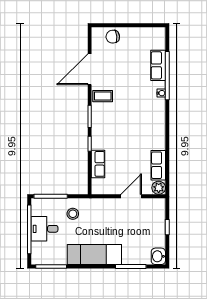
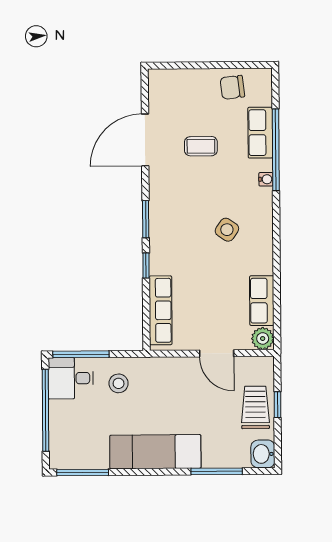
chair: (113, 37) -> (232, 87), moved
coffee table: (103, 96) -> (201, 146), moved
side table: (138, 123) -> (227, 230), added
row of seats: (98, 164) -> (161, 310), width x1.48
door: (131, 196) -> (217, 353), swing flipped
desk: (44, 229) -> (71, 378), moved
trolley: (154, 229) -> (255, 407), added

